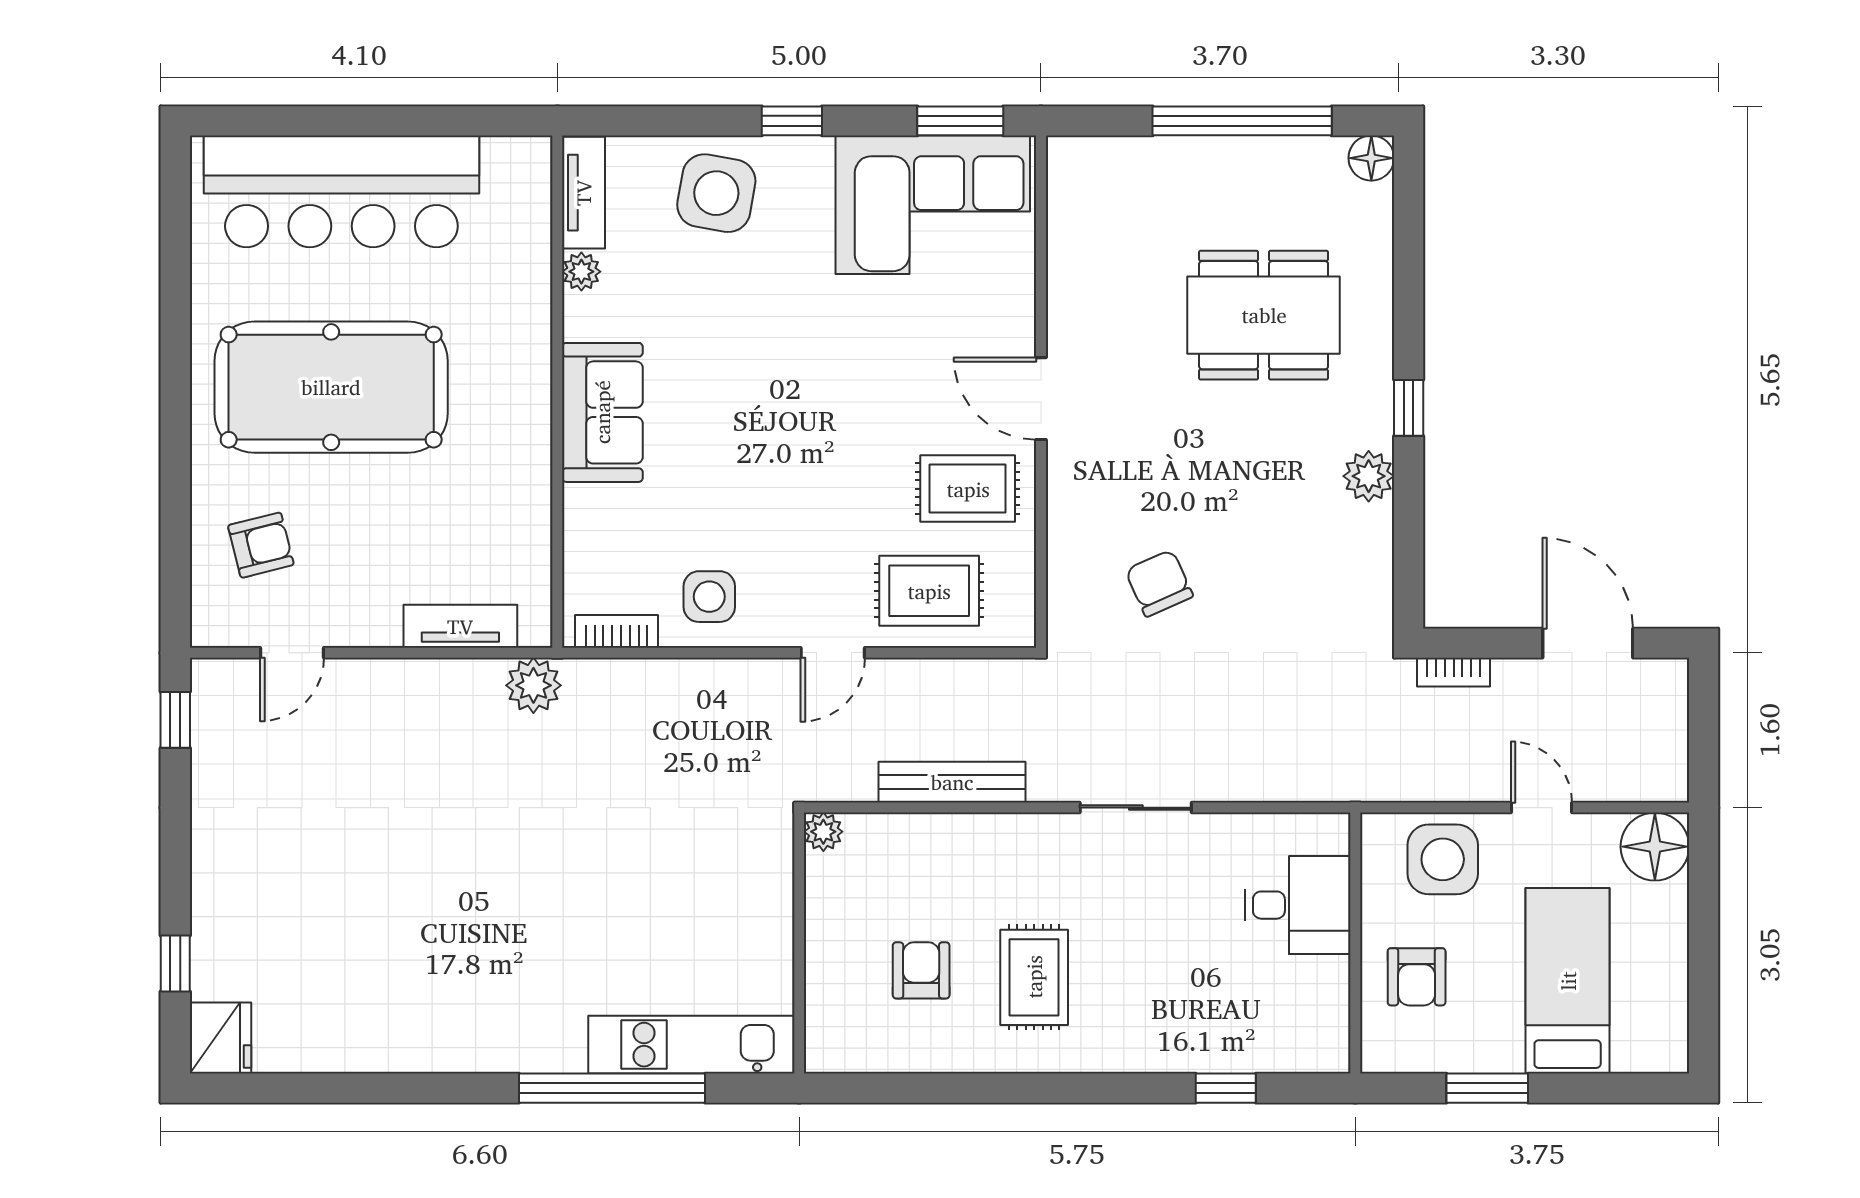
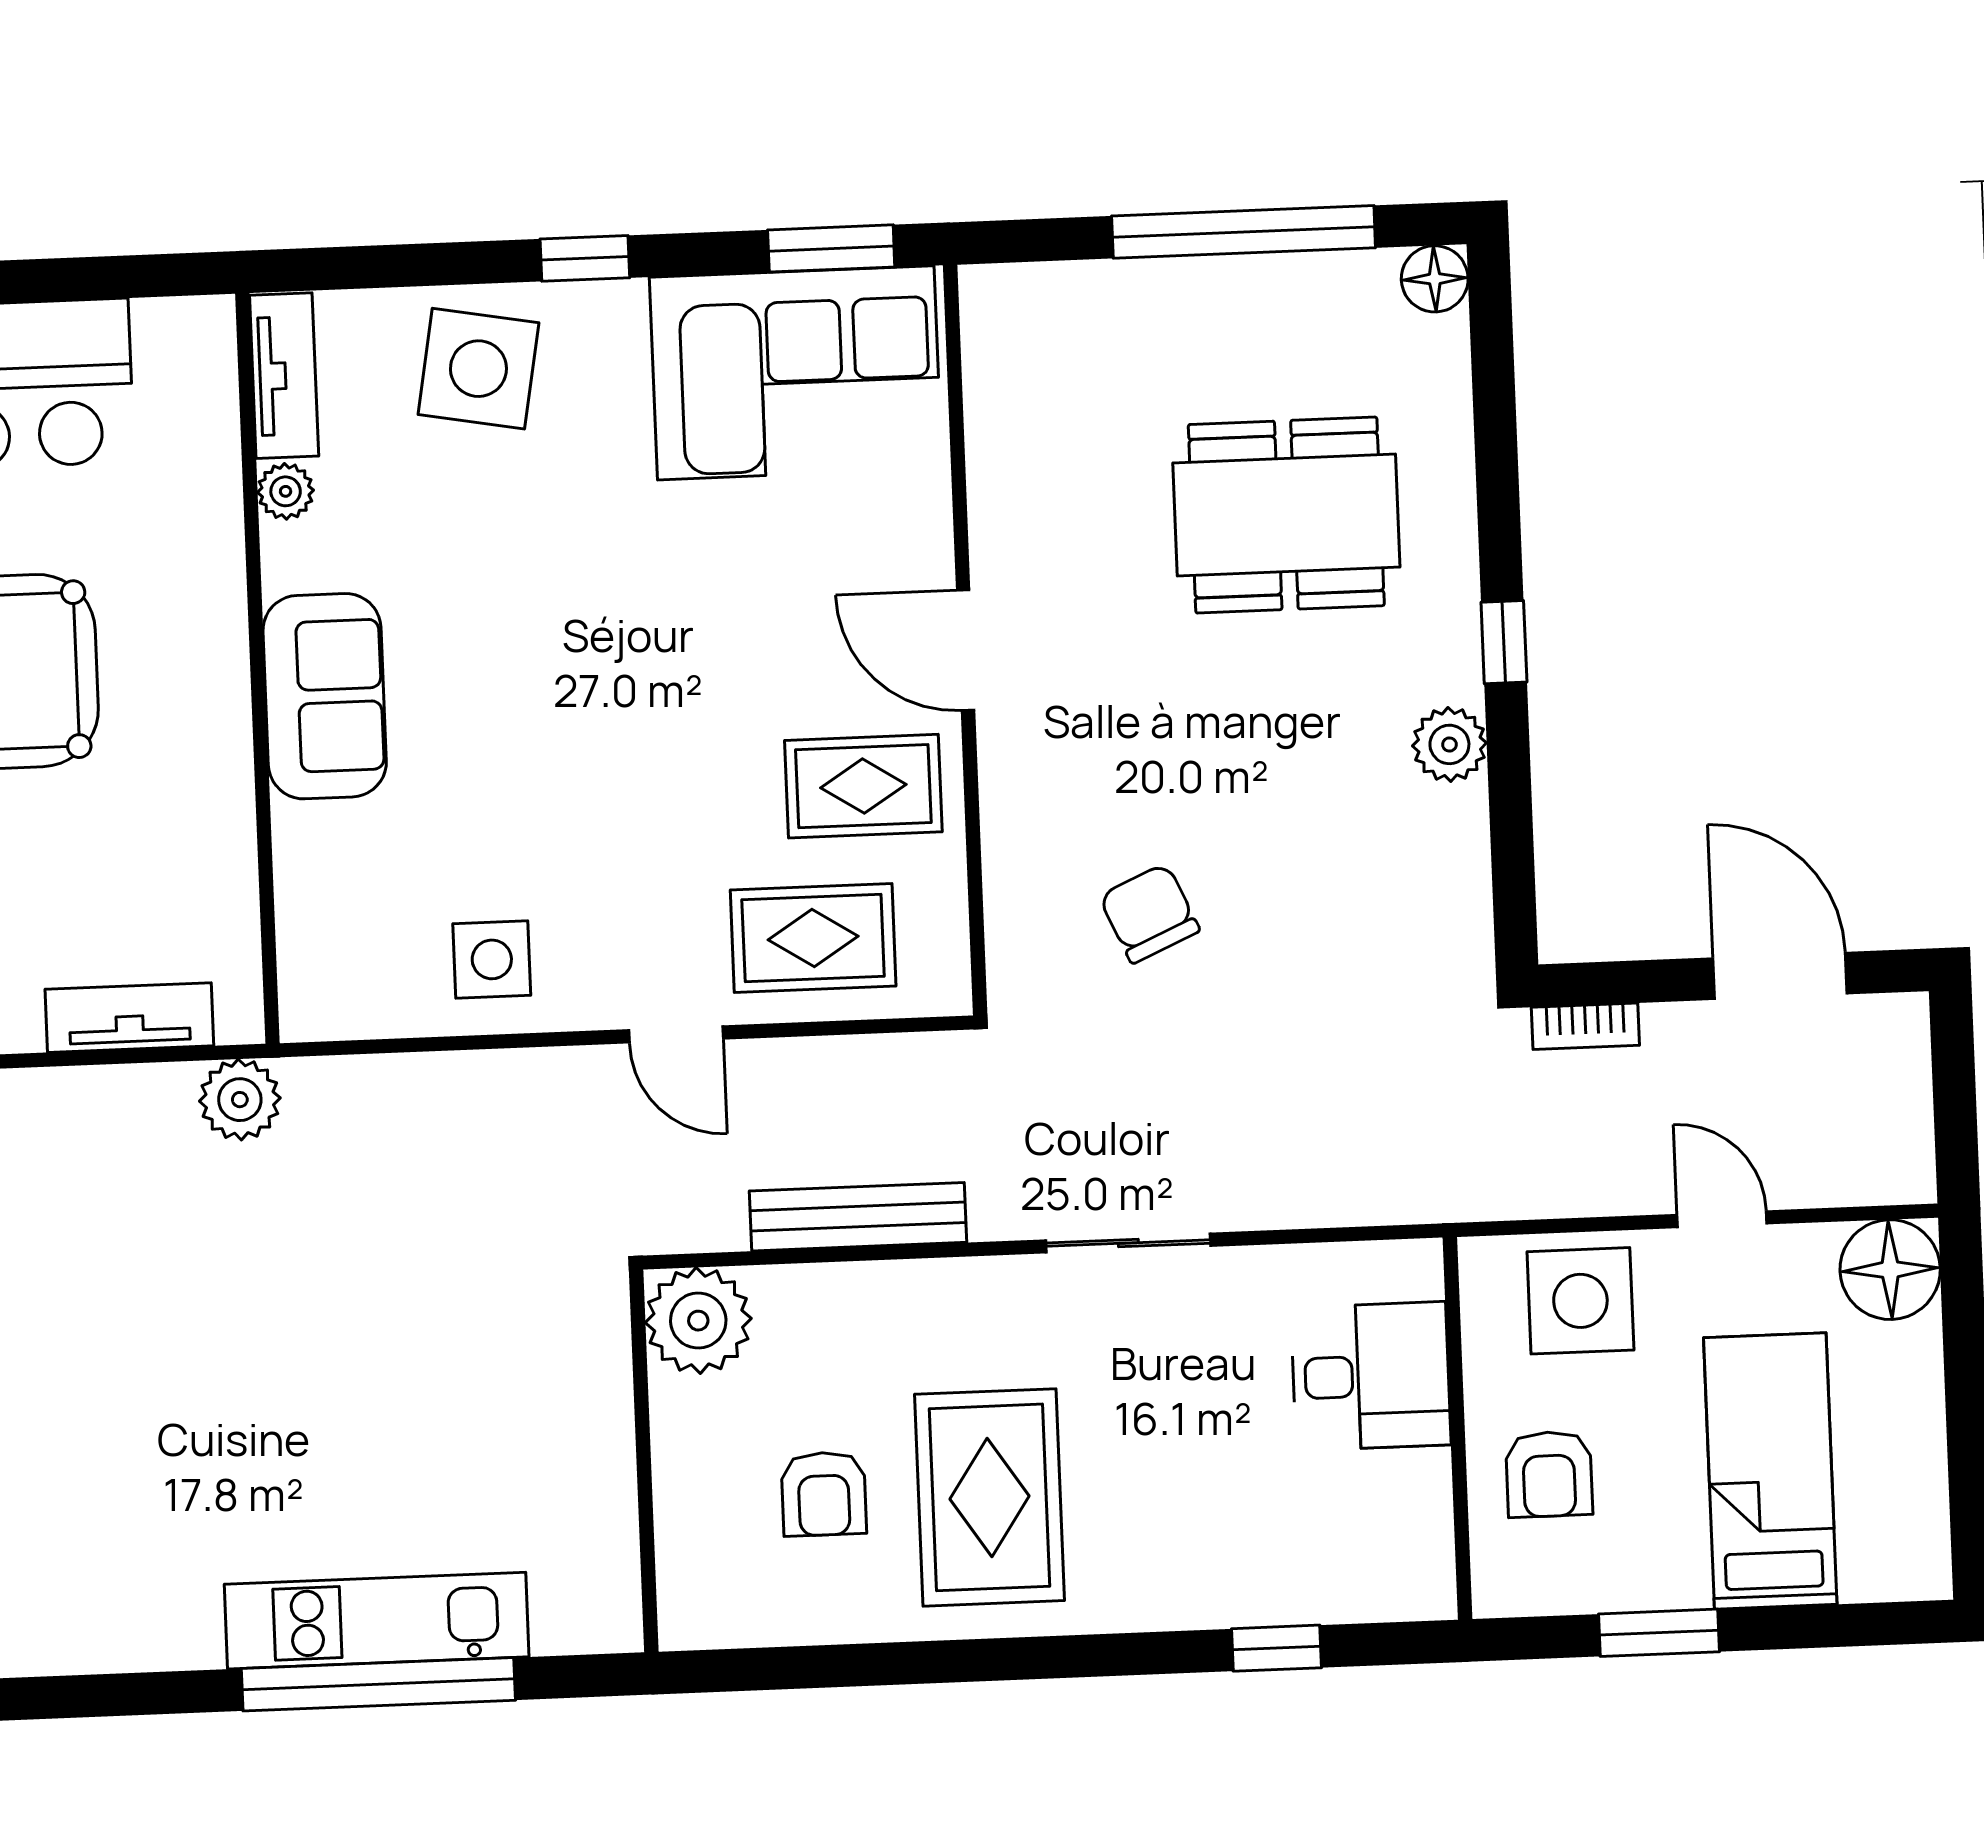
bookcase: (617, 631) -> (358, 1016), removed
door: (833, 653) -> (676, 1034), hinge flipped
plant: (823, 832) -> (698, 1321), width x1.88, depth x1.88
armchair: (921, 970) -> (824, 1494), turned 180
rug: (1034, 977) -> (989, 1497), width x1.36, depth x1.43
kitchen unit: (691, 1045) -> (377, 1621), moved

